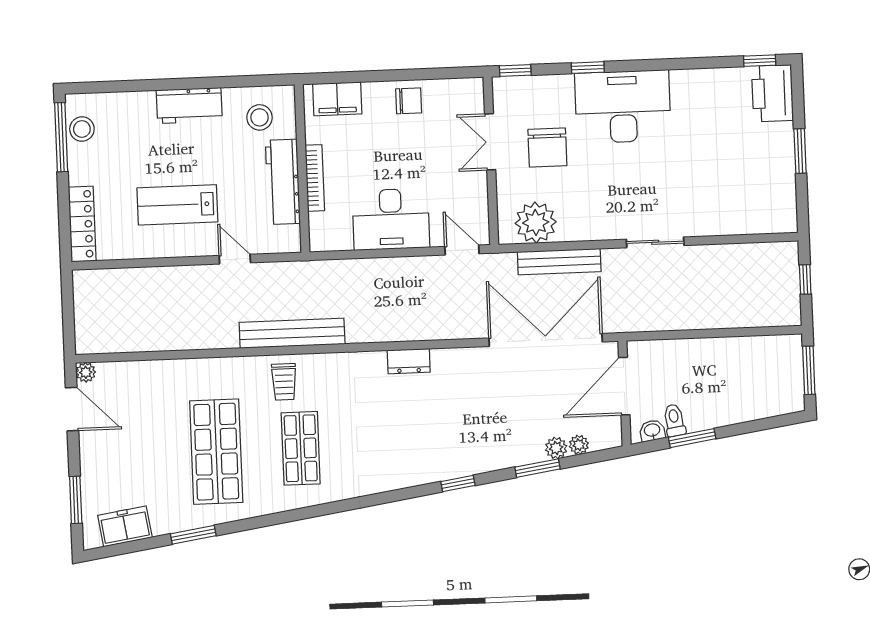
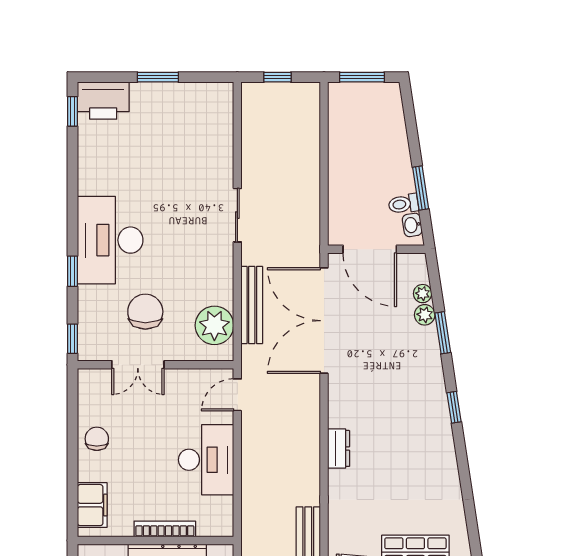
chair: (547, 148) -> (145, 312), turned -90

